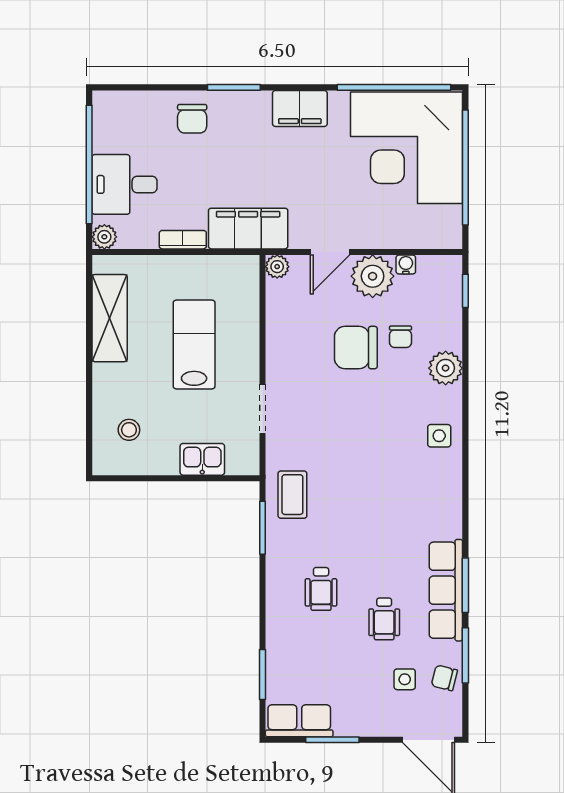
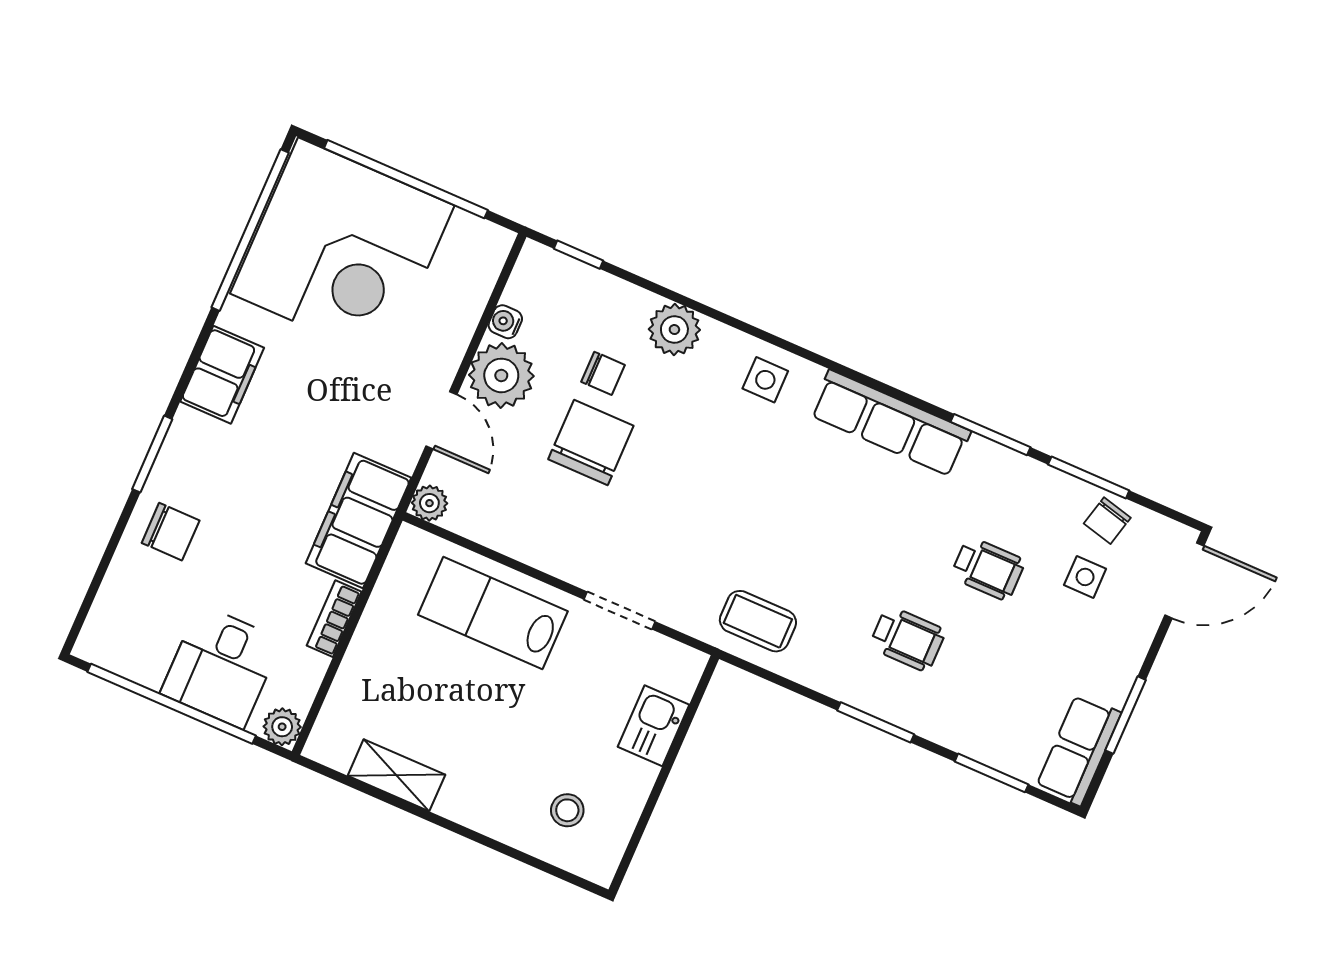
shelving: (110, 318) -> (396, 775), width x0.67, depth x0.75
lab bench: (194, 344) -> (493, 613), moved
chair: (356, 348) -> (591, 442), turned 180
window: (263, 528) -> (876, 722), moved
row of seats: (446, 590) -> (890, 423), moved

